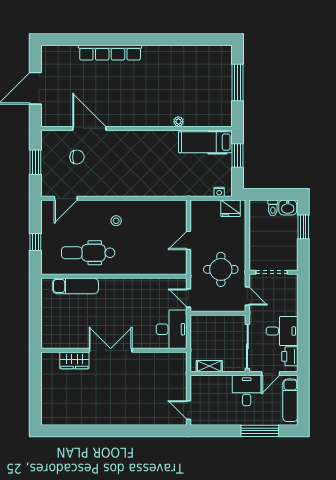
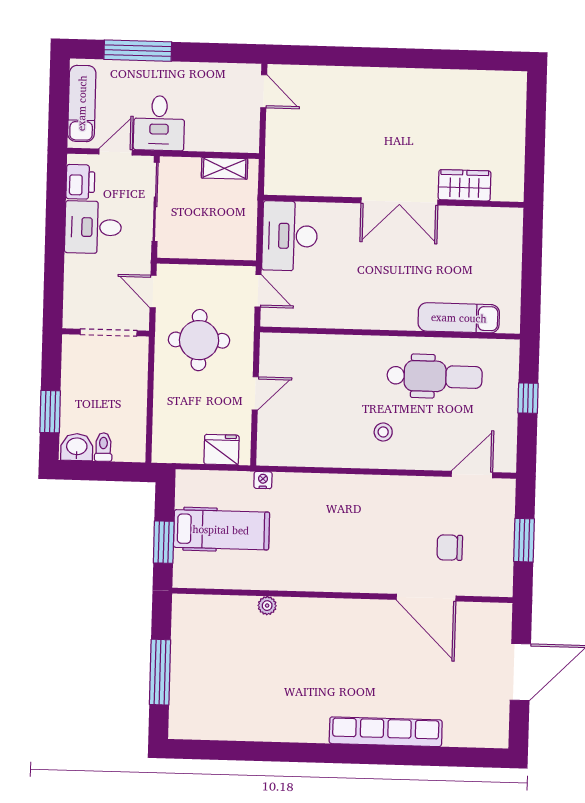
hospital bed: (205, 142) -> (221, 530), moved
nightstand: (219, 192) -> (263, 480), moved
fridge: (230, 208) -> (221, 450), moved

